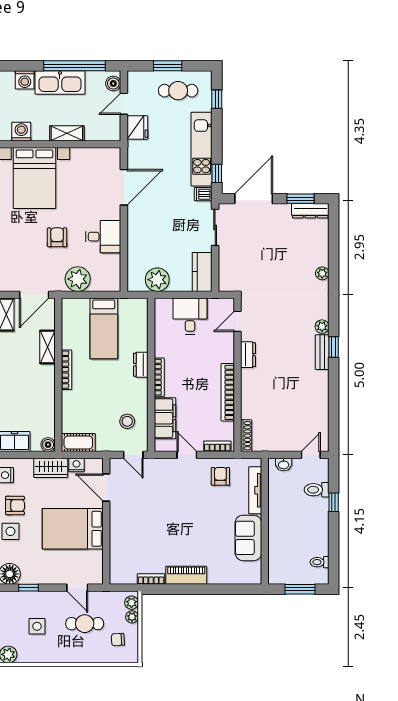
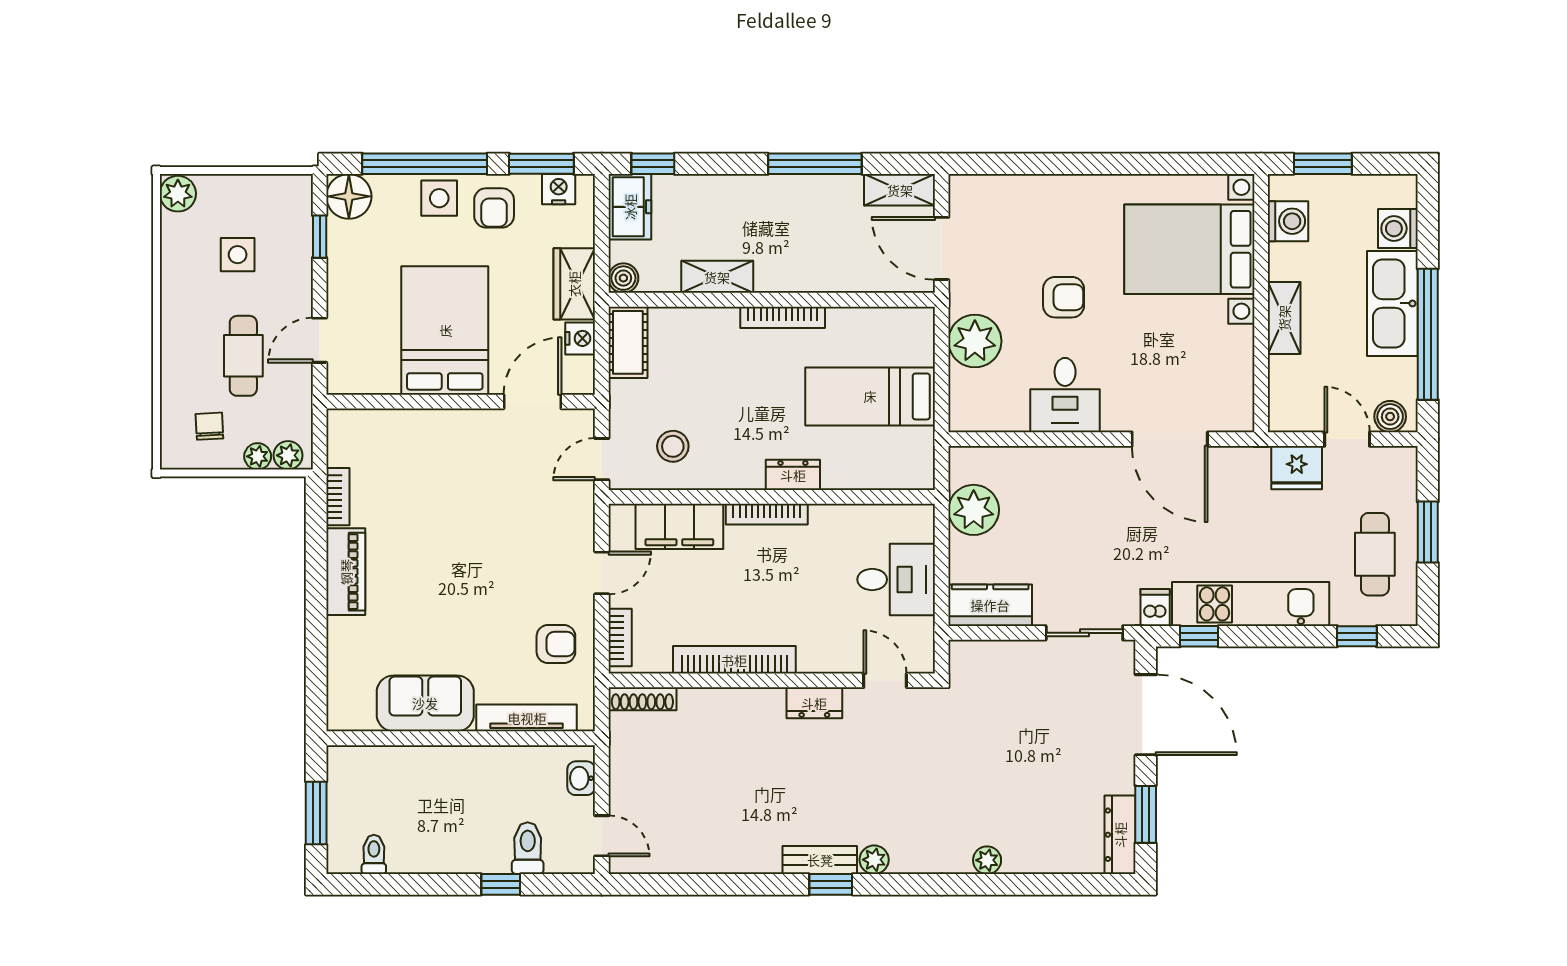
shelving: (47, 347) -> (717, 277), moved

